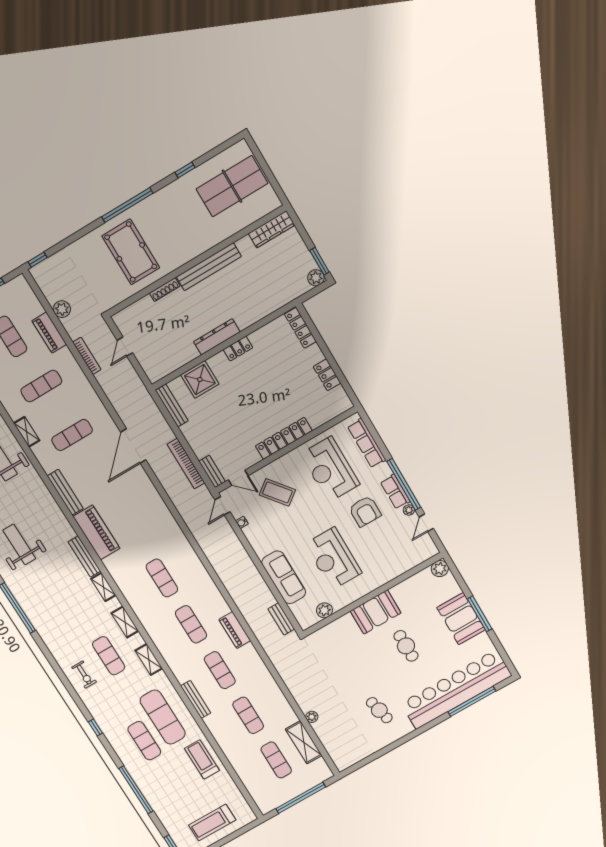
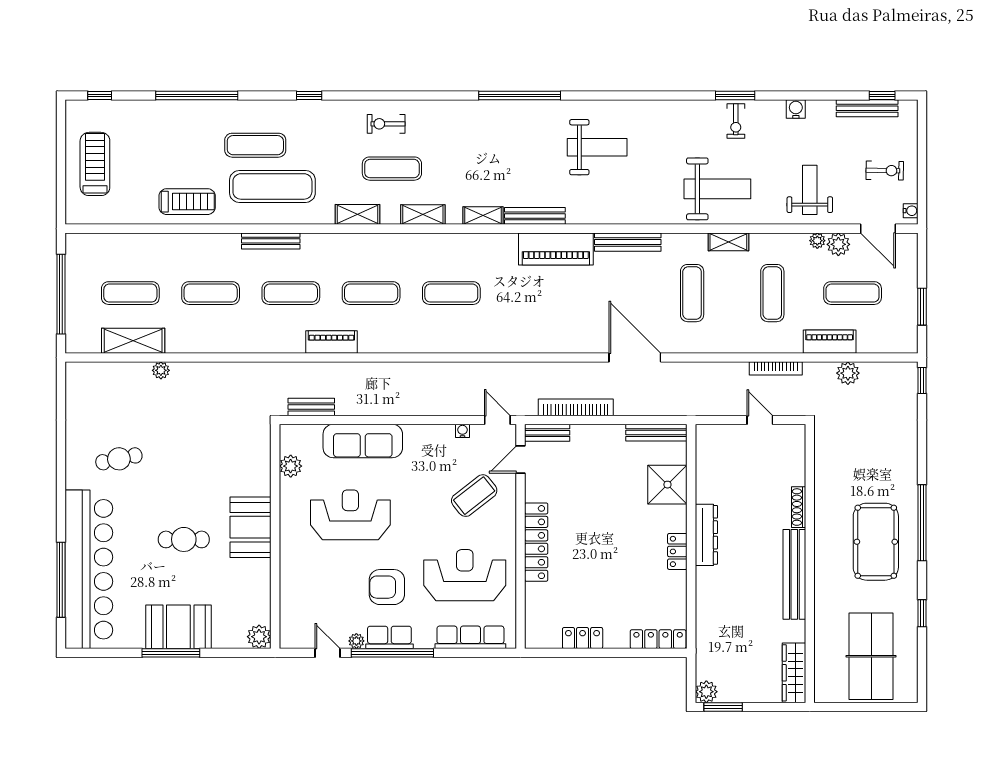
pool table: (131, 252) -> (876, 542), moved, turned 90

